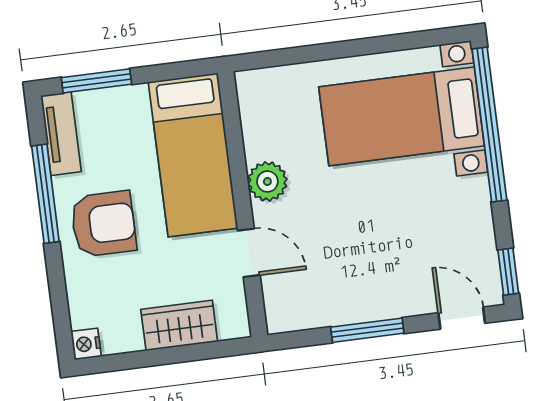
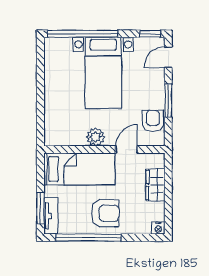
bed with nightstands: (402, 116) -> (103, 73), moved
tv unit: (61, 134) -> (51, 216), moved, turned 90
window: (45, 194) -> (88, 238), width x1.46
armchair: (103, 224) -> (105, 213), turned 90
armchair: (319, 302) -> (153, 121), added

